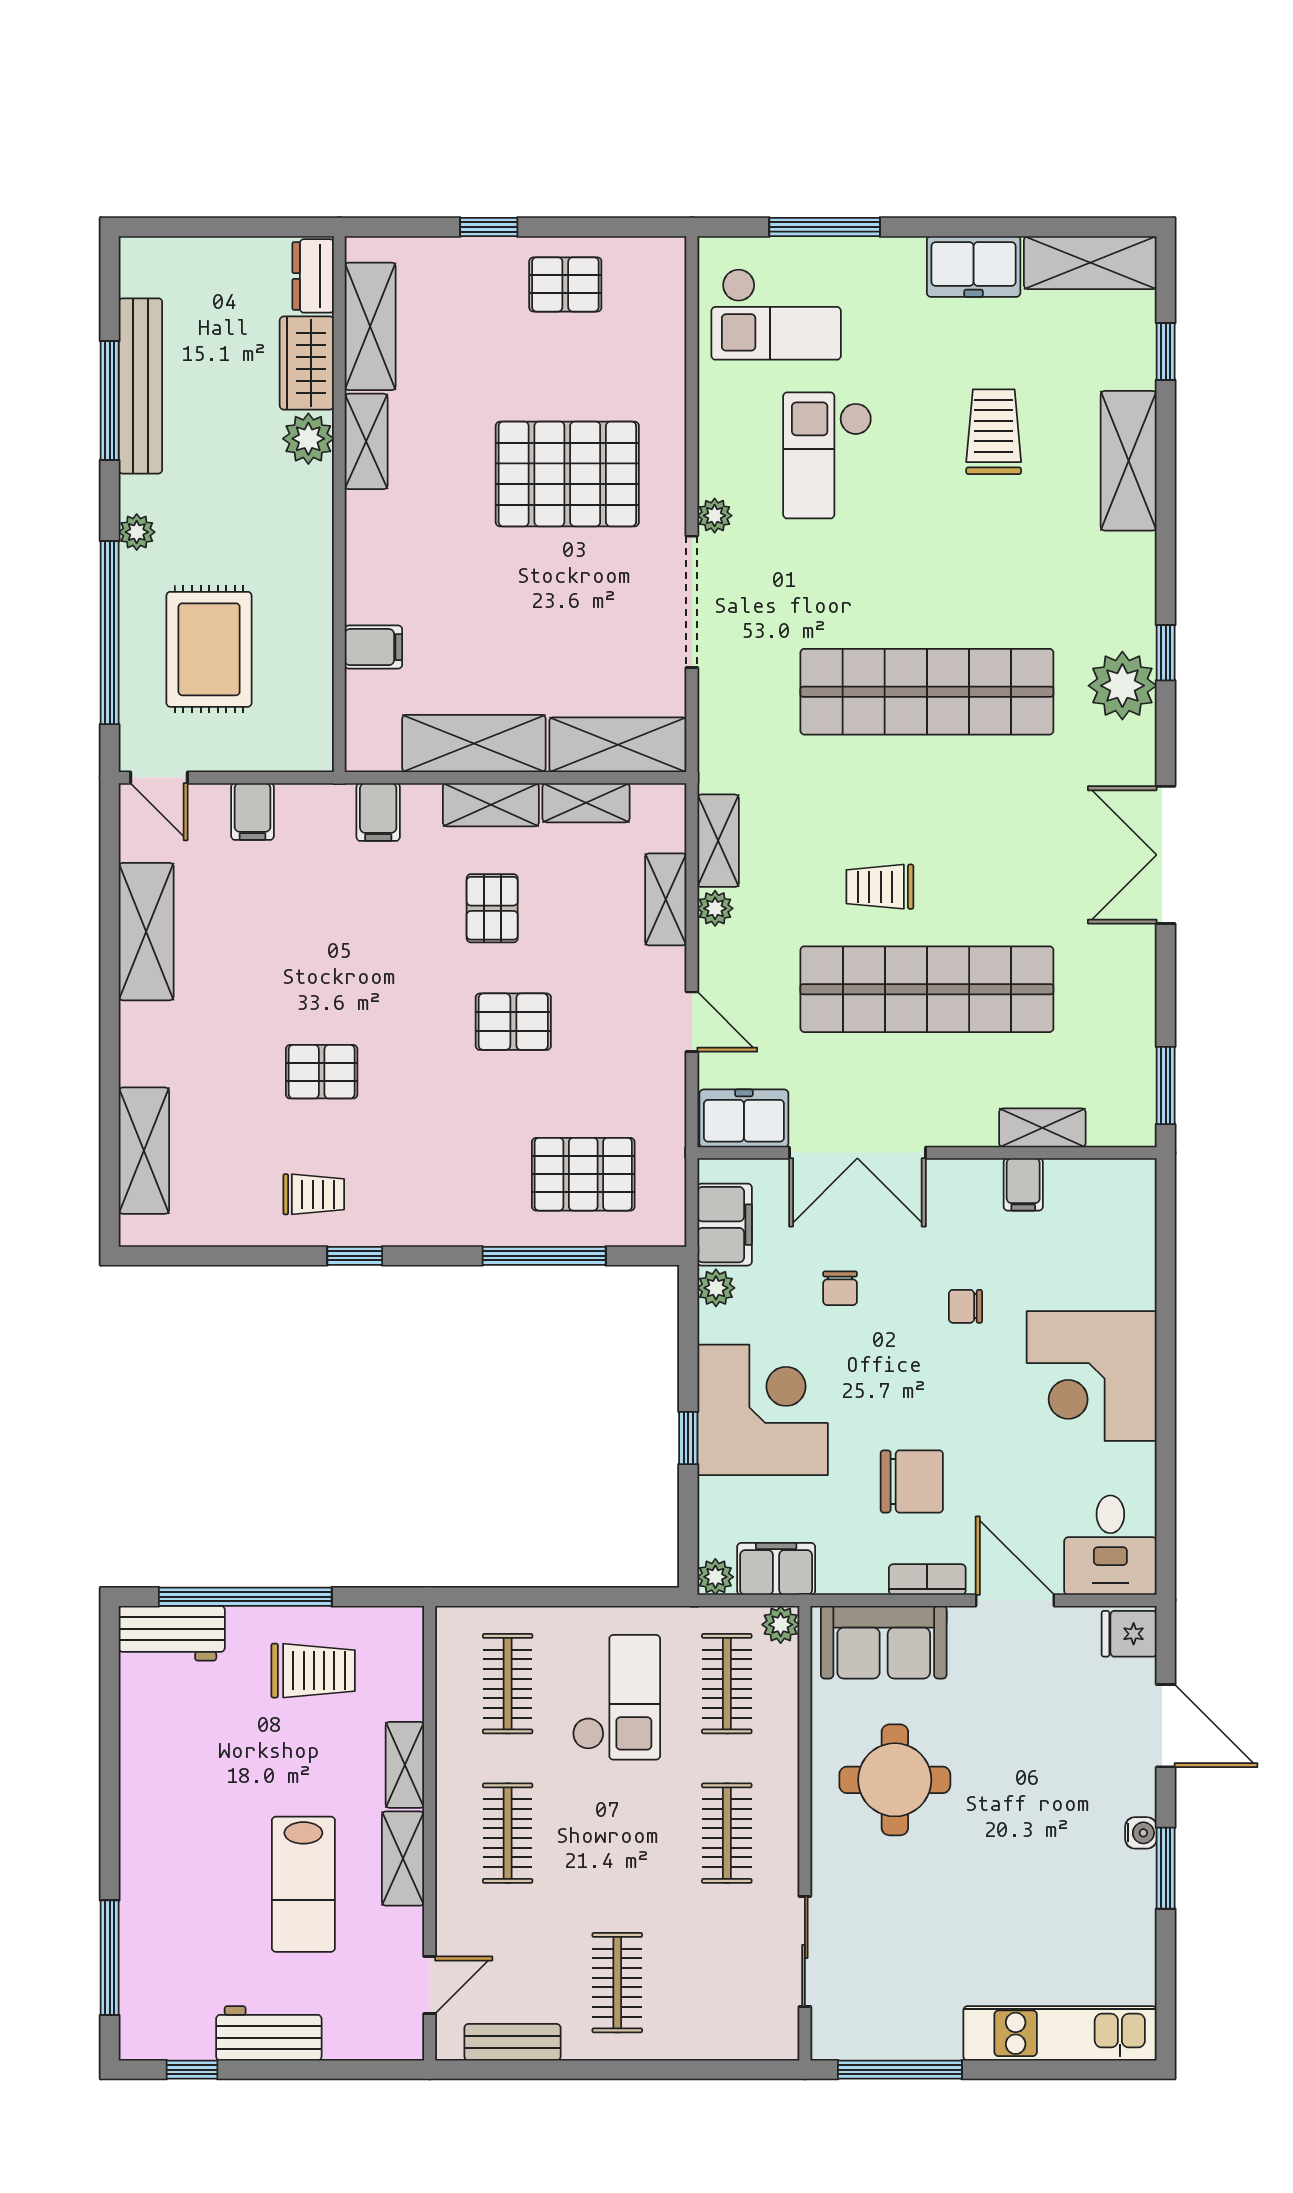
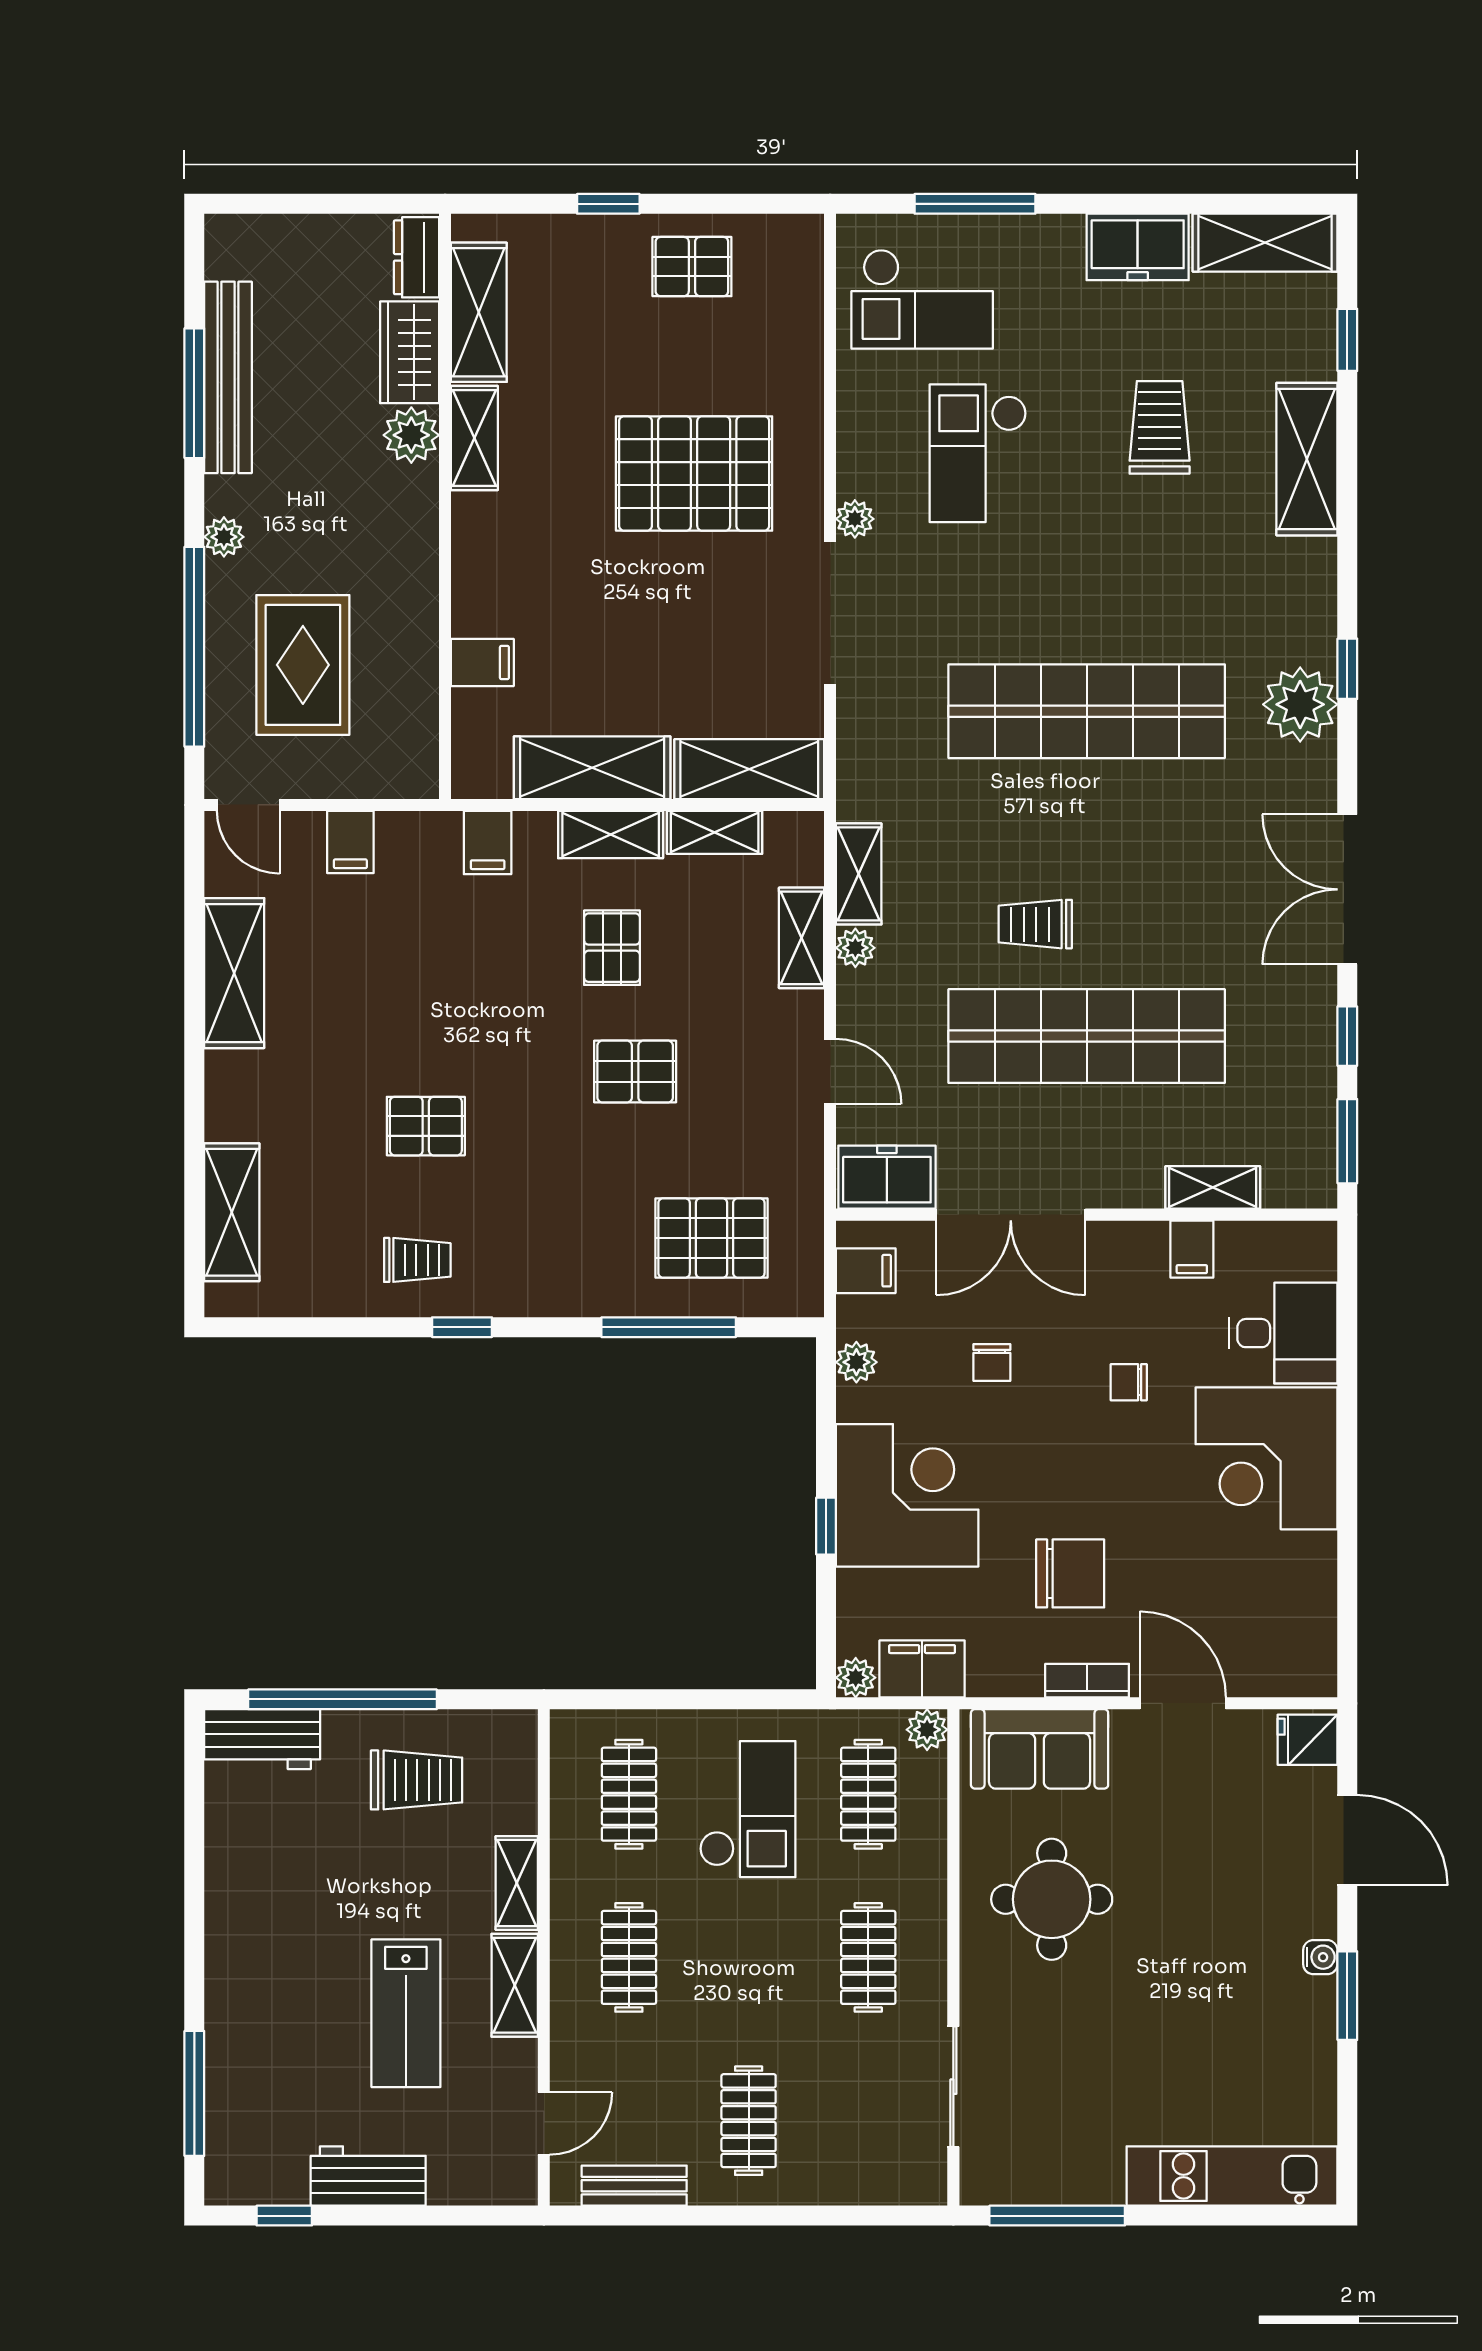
window: (1166, 989) -> (1347, 1036), added
filing cabinet: (725, 1225) -> (866, 1271), width x0.50
desk: (1110, 1545) -> (1283, 1333), moved, turned -90

